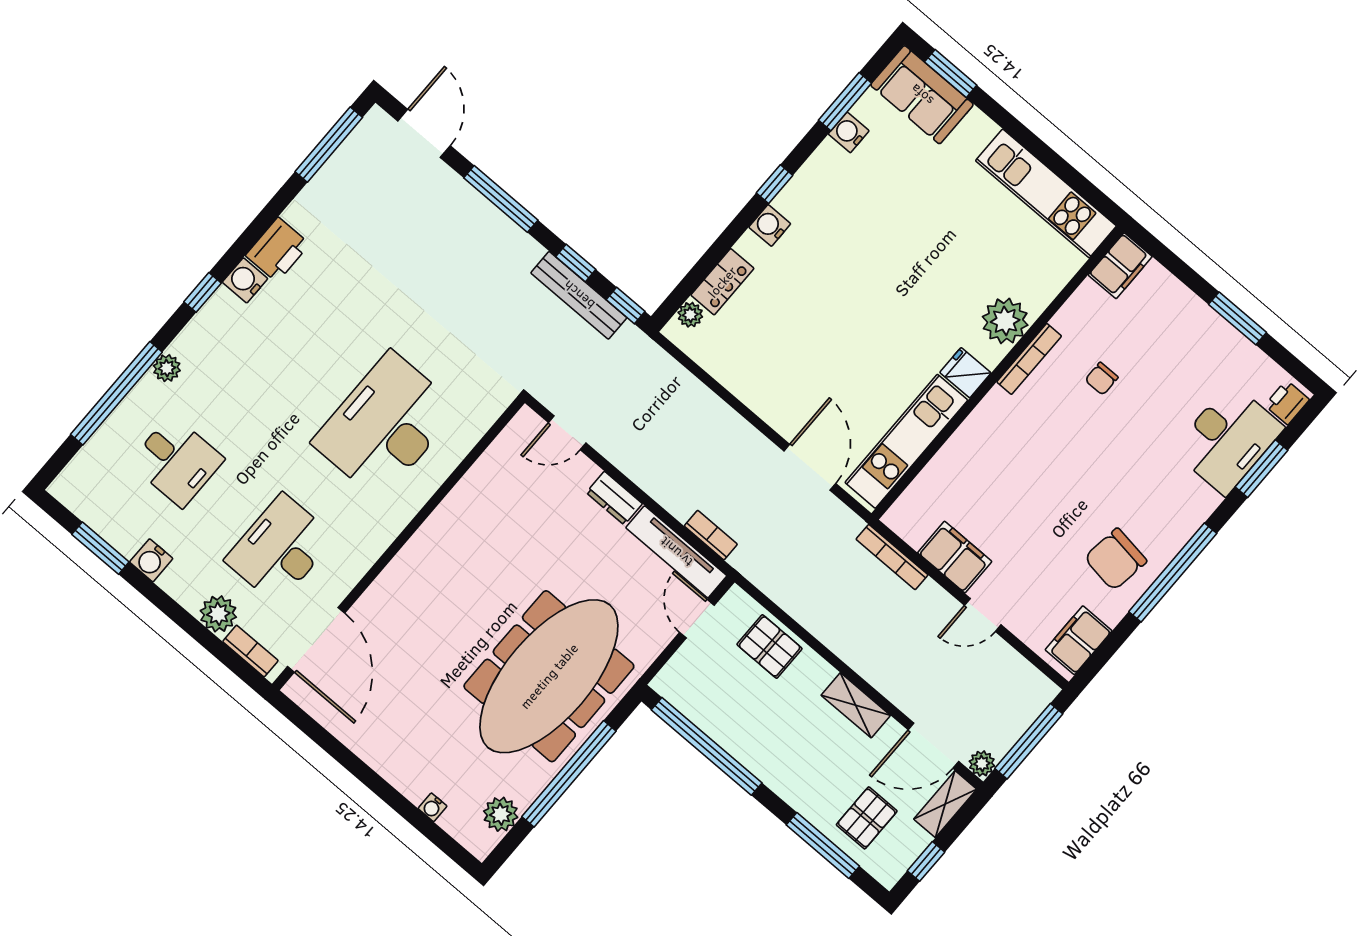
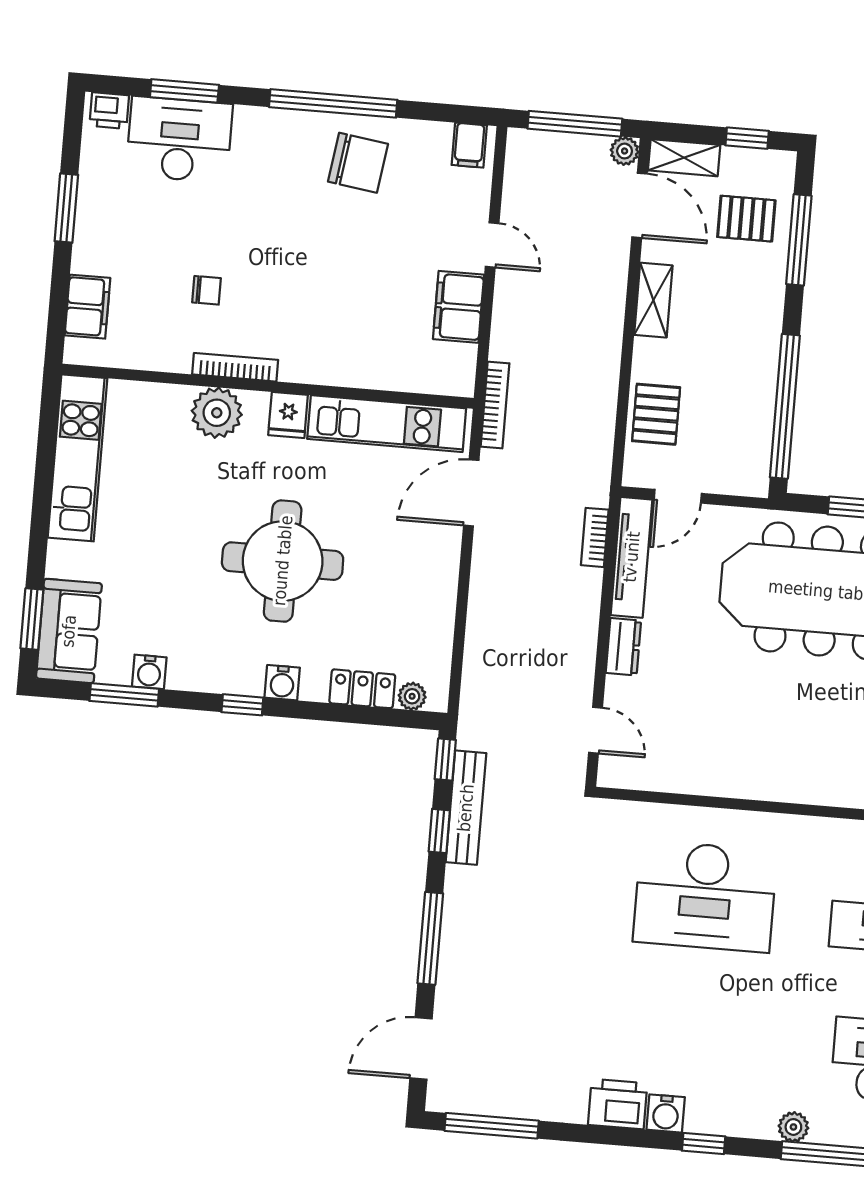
filing cabinet: (1120, 266) -> (87, 307), moved, turned 90
round table: (860, 291) -> (283, 561), added
bookcase: (892, 557) -> (495, 405), moved
filing cabinet: (1079, 640) -> (469, 145), width x0.50

